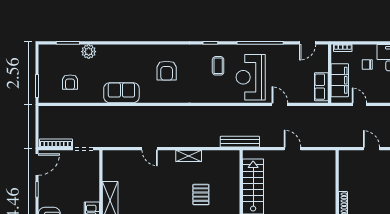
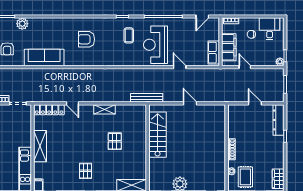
armchair: (167, 71) -> (86, 39), turned 90
sofa: (121, 93) -> (44, 57), width x1.36
locker: (121, 156) -> (49, 110), added

